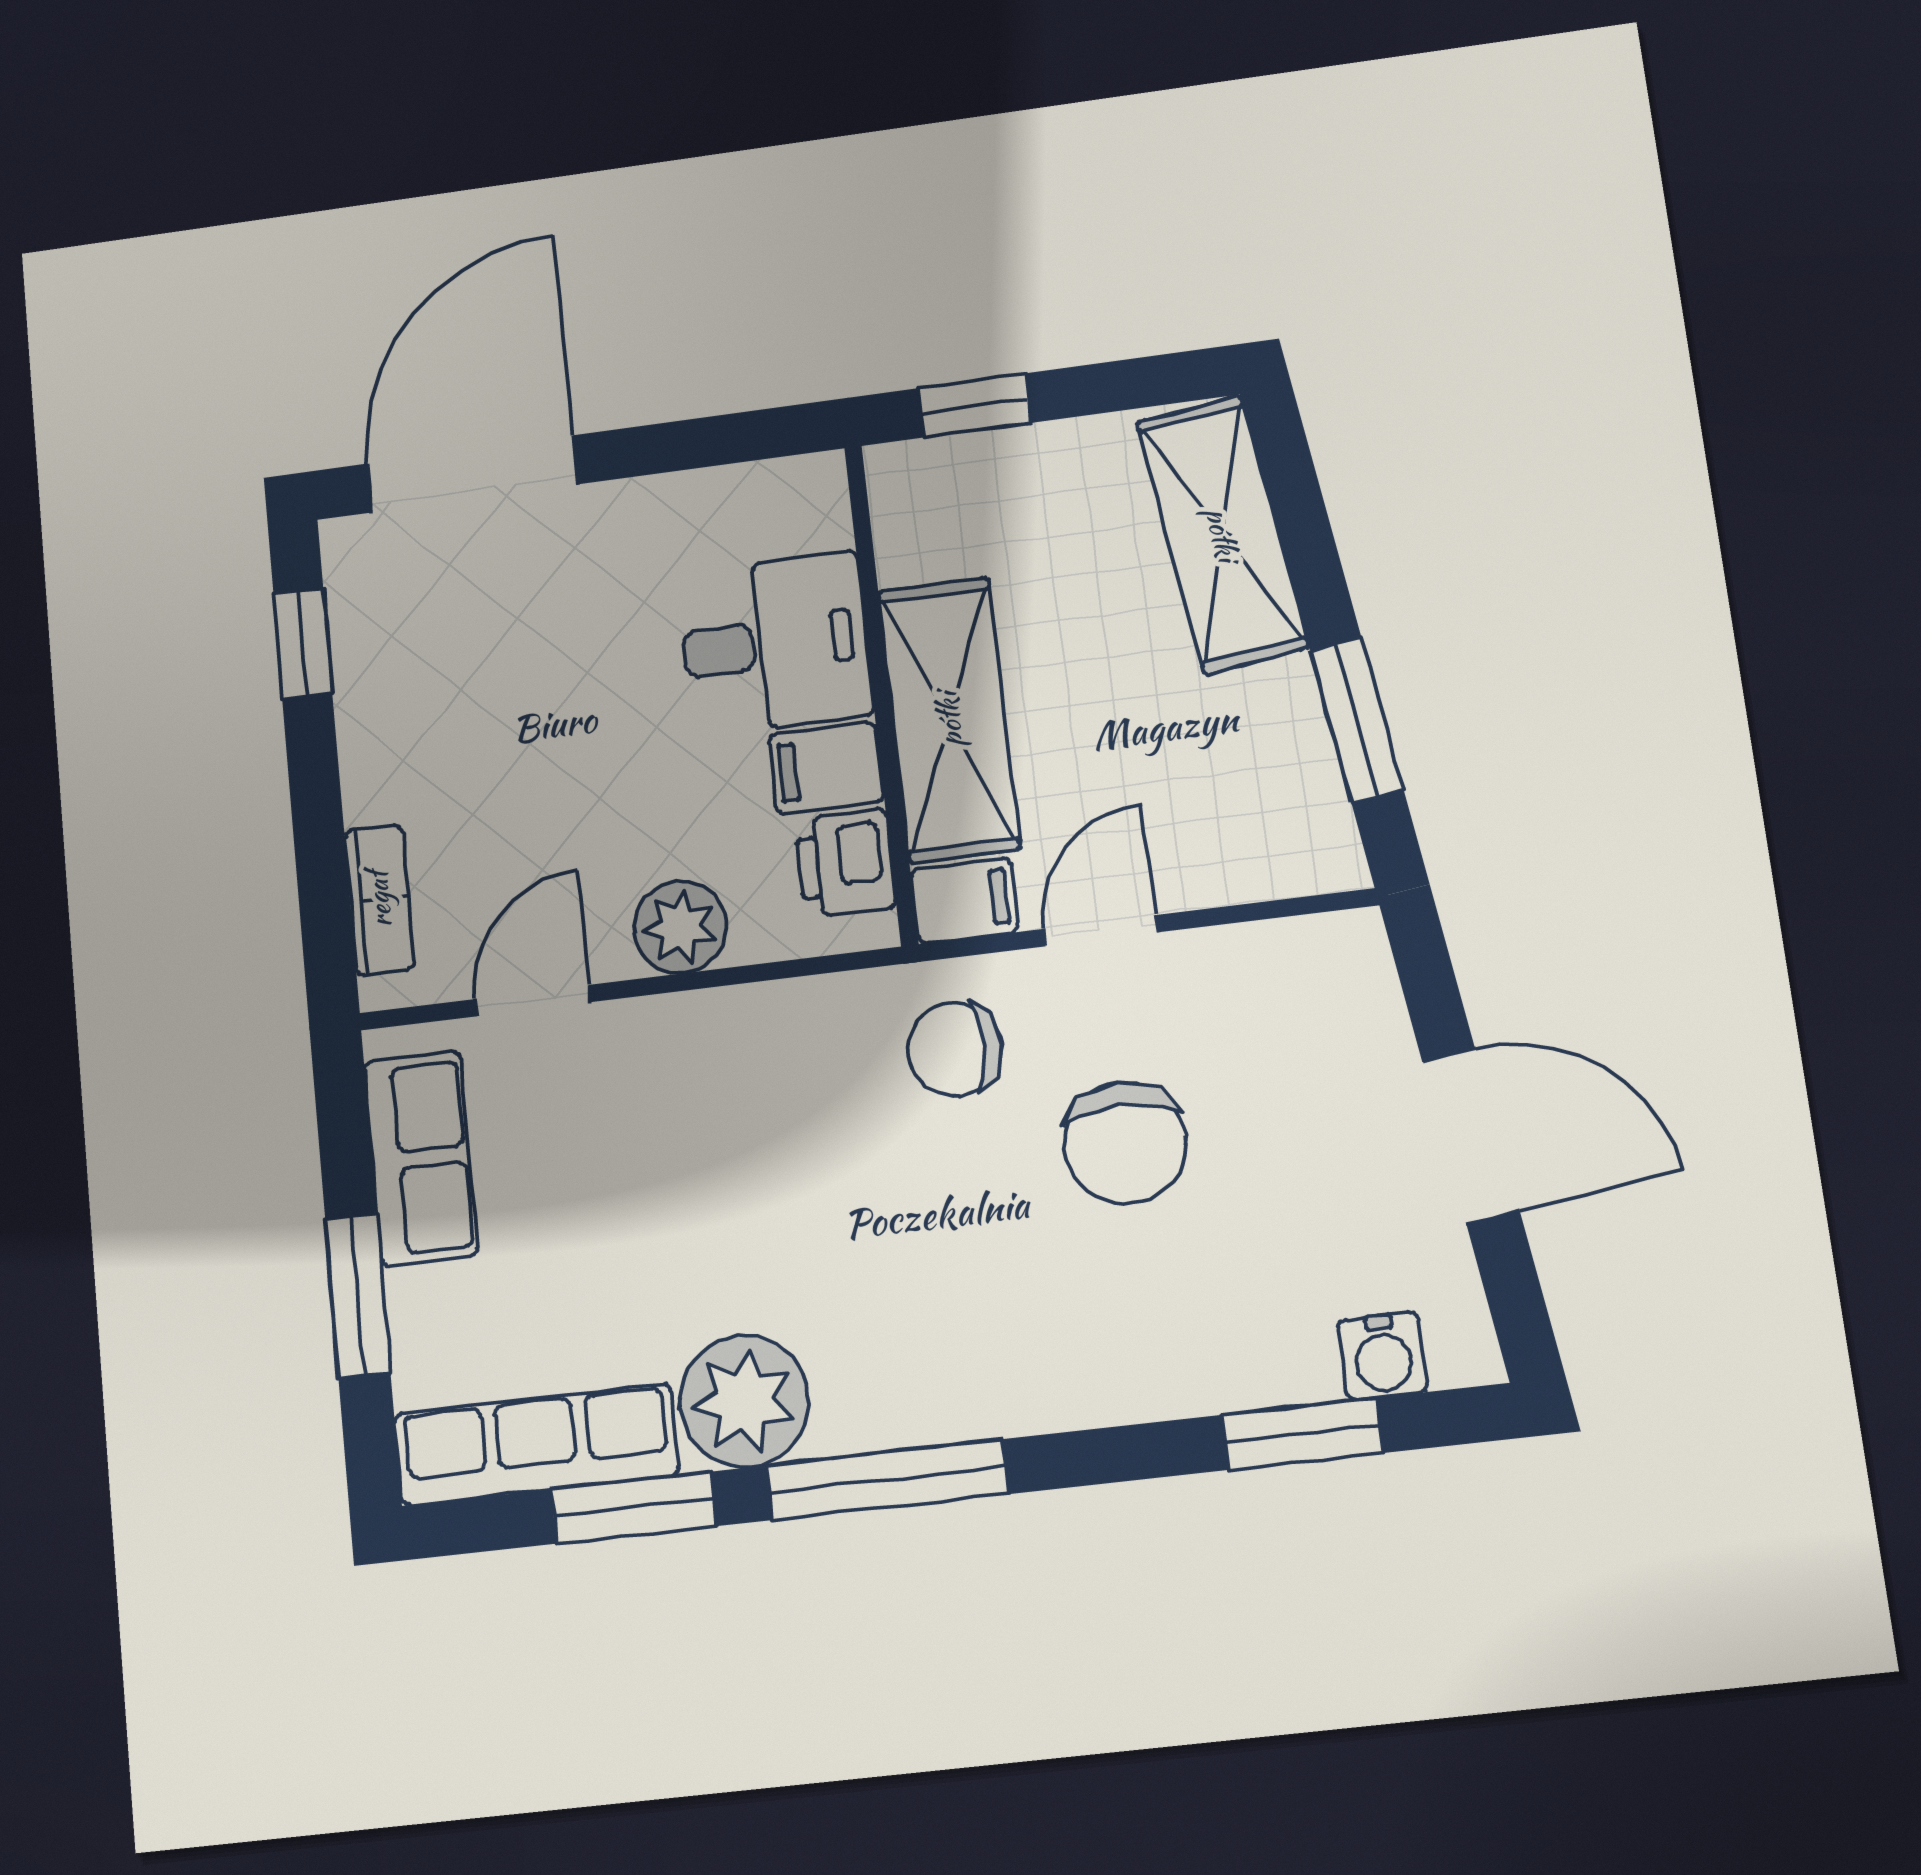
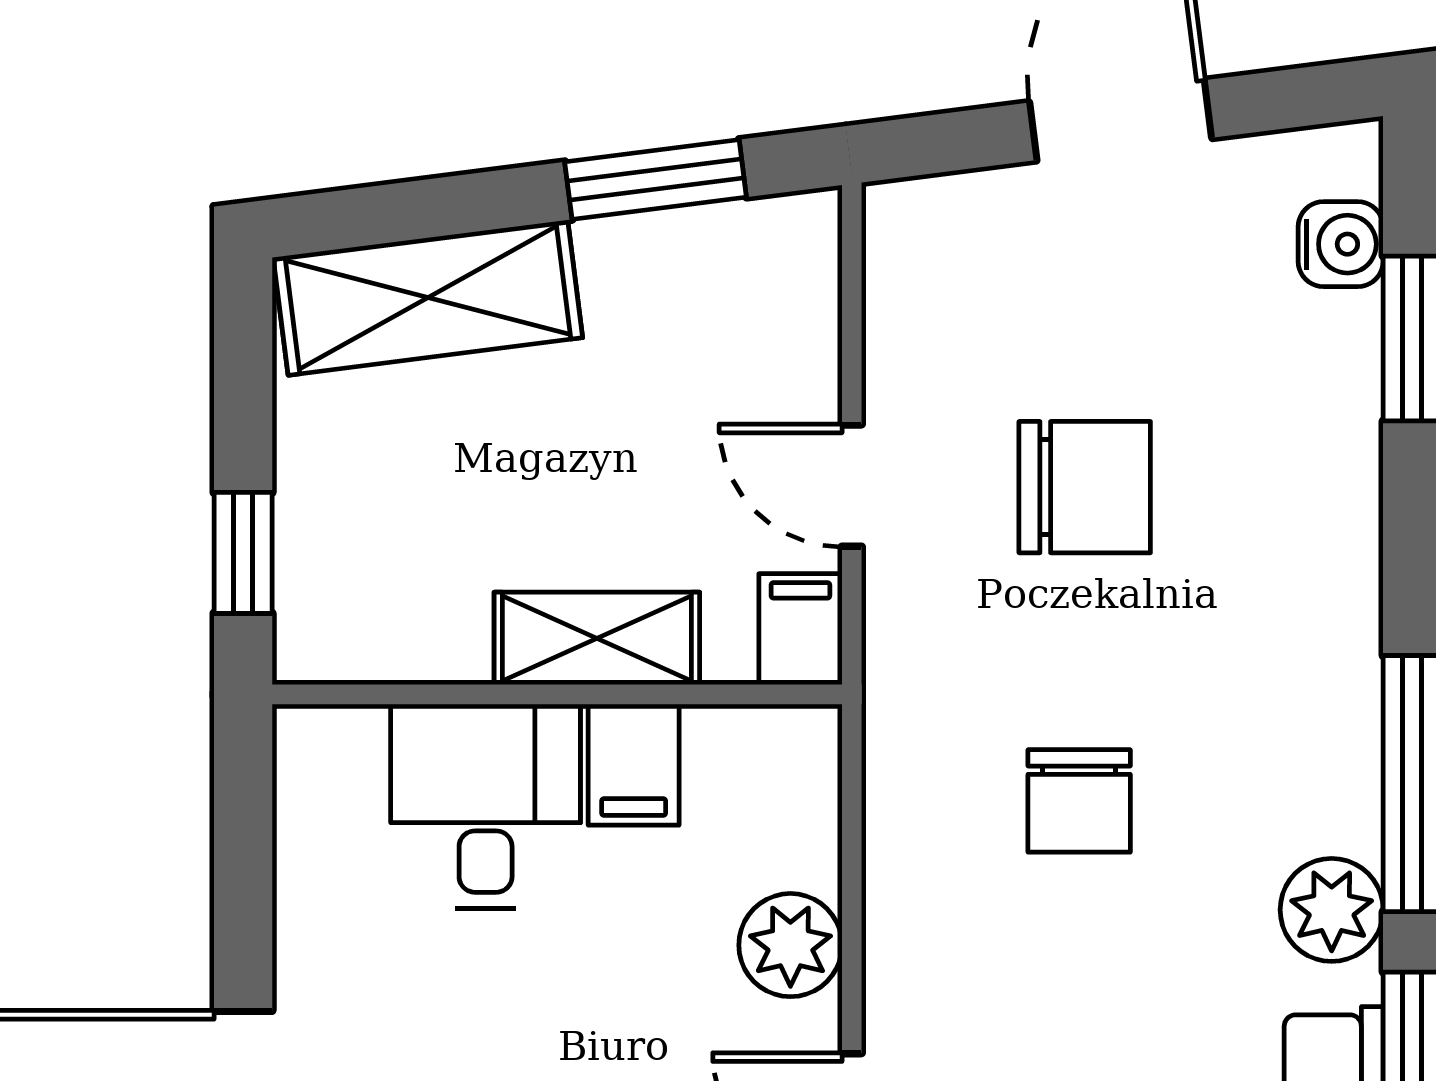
shelving: (949, 720) -> (597, 638), width x0.67, depth x0.75
printer: (846, 864) -> (743, 755), removed
chair: (955, 1049) -> (1079, 801), moved
plant: (744, 1401) -> (1332, 910), width x0.73, depth x0.73

